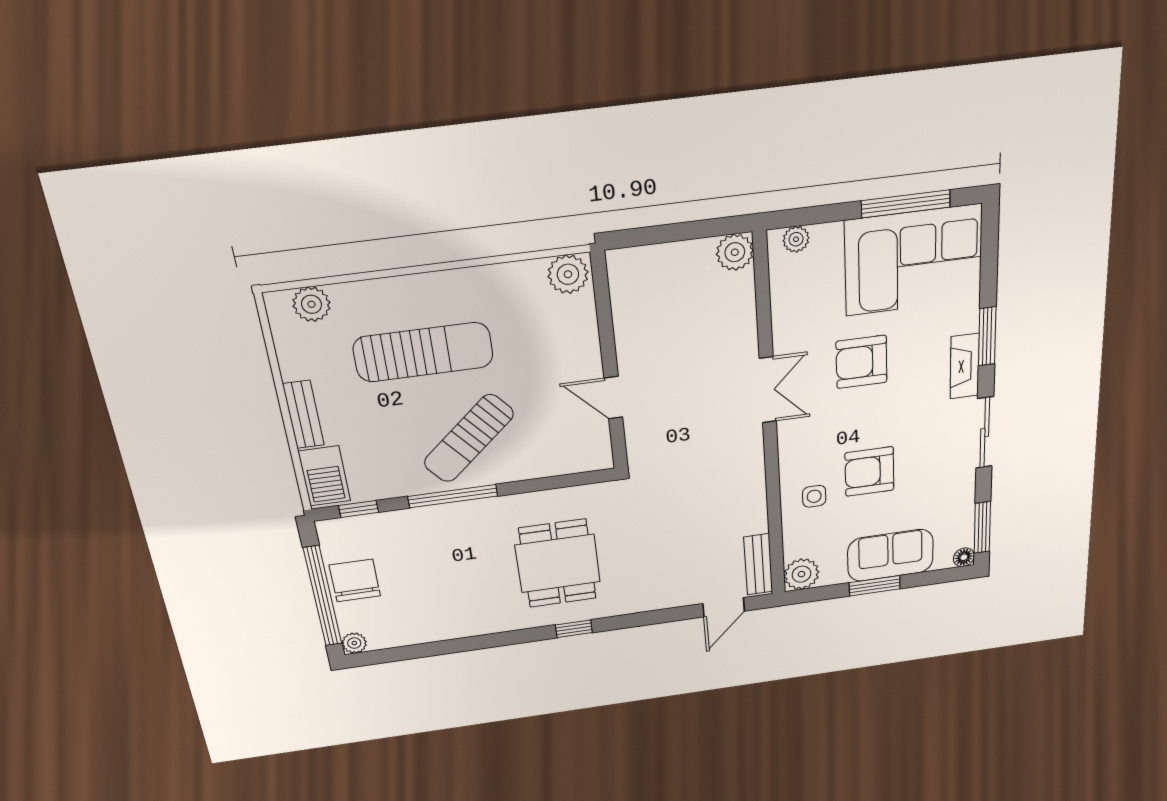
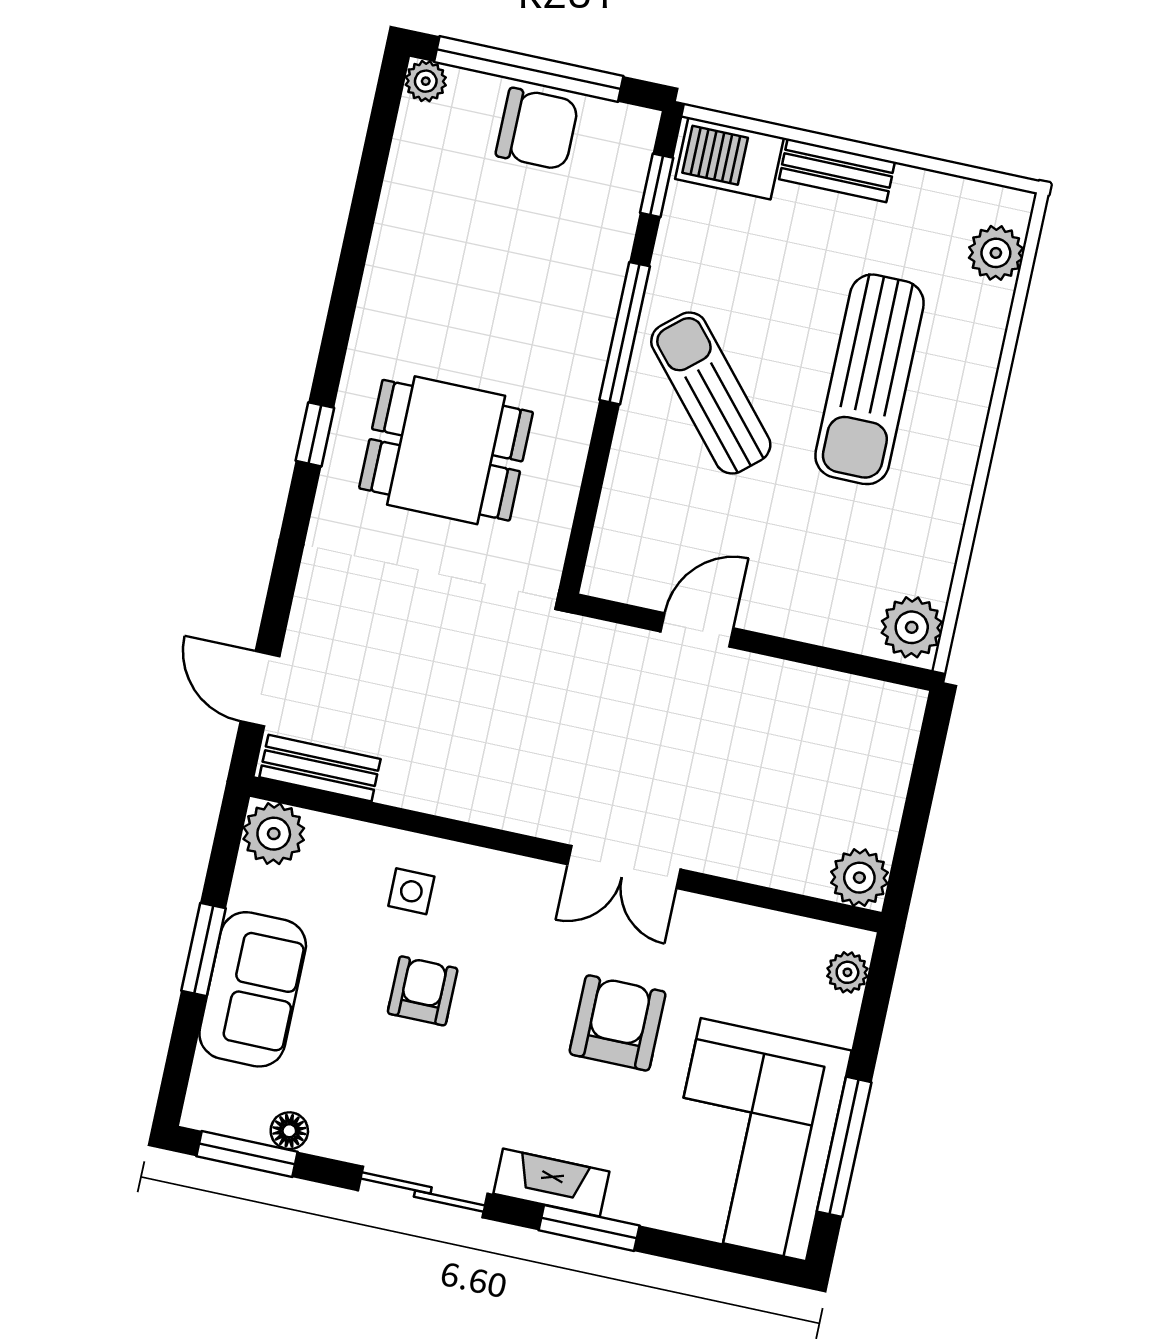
armchair: (869, 472) -> (423, 991), width x0.72, depth x0.72
floor lamp: (964, 557) -> (289, 1131), moved

